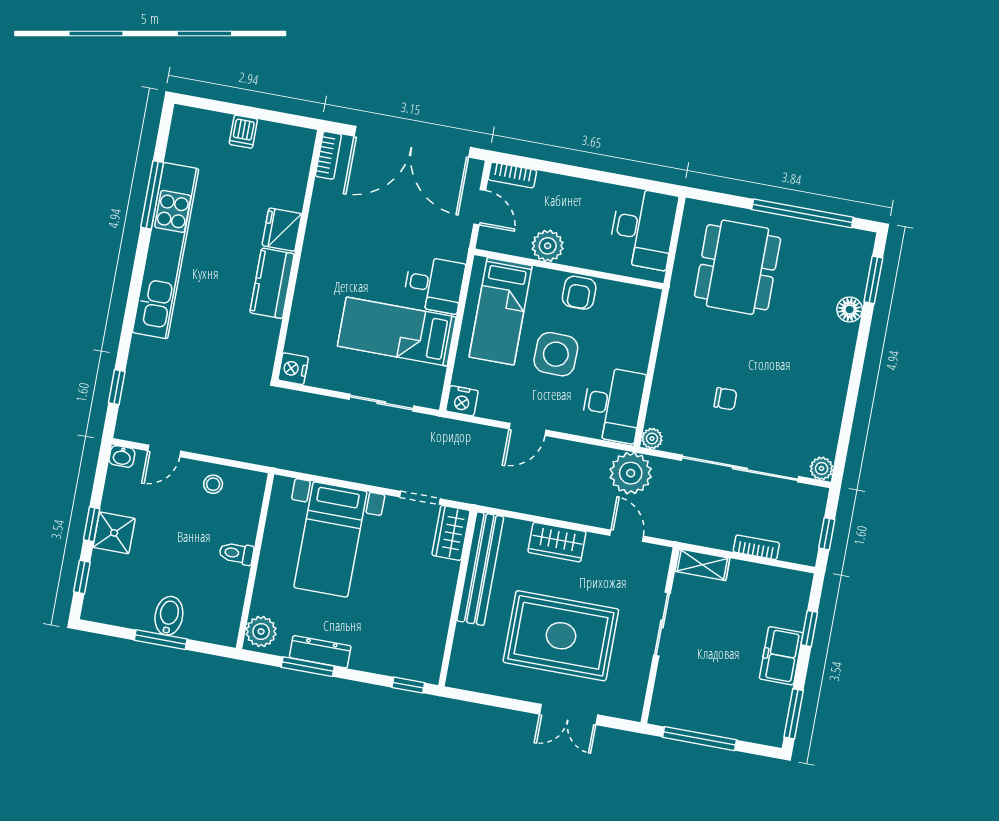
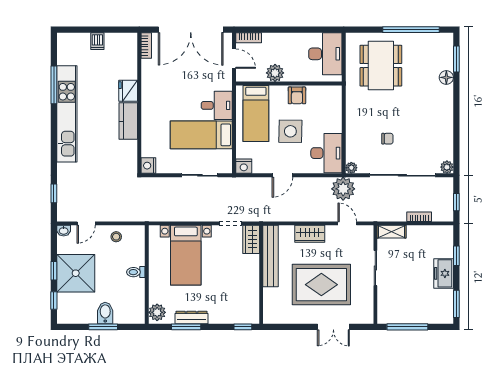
shower: (114, 533) -> (76, 273), width x1.86, depth x1.86

